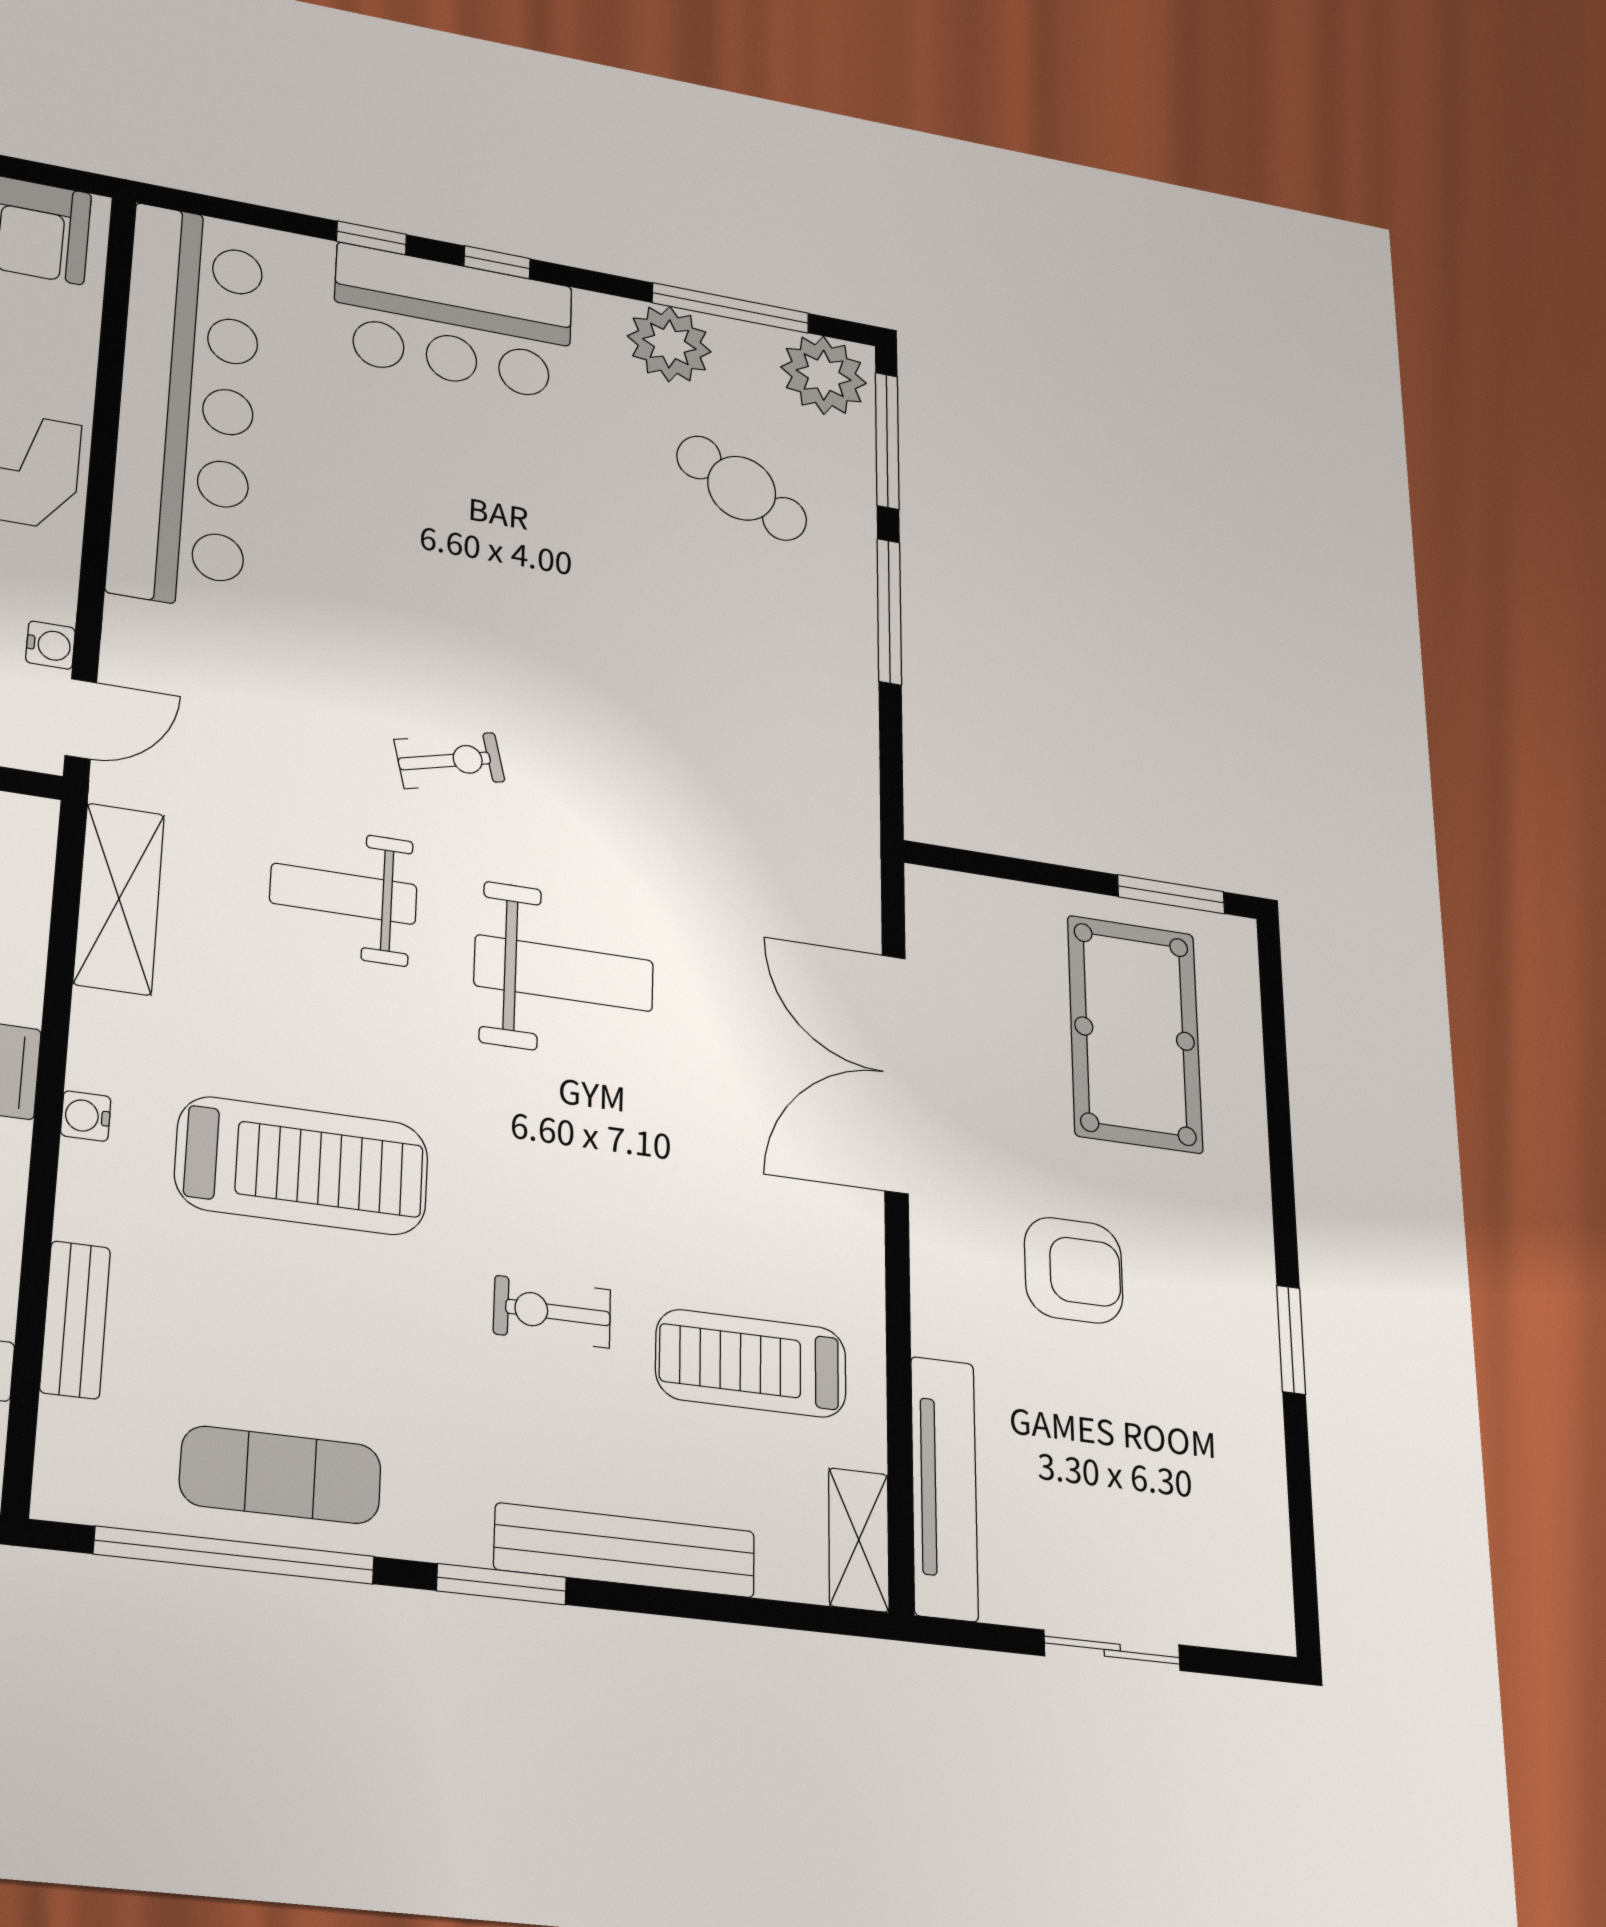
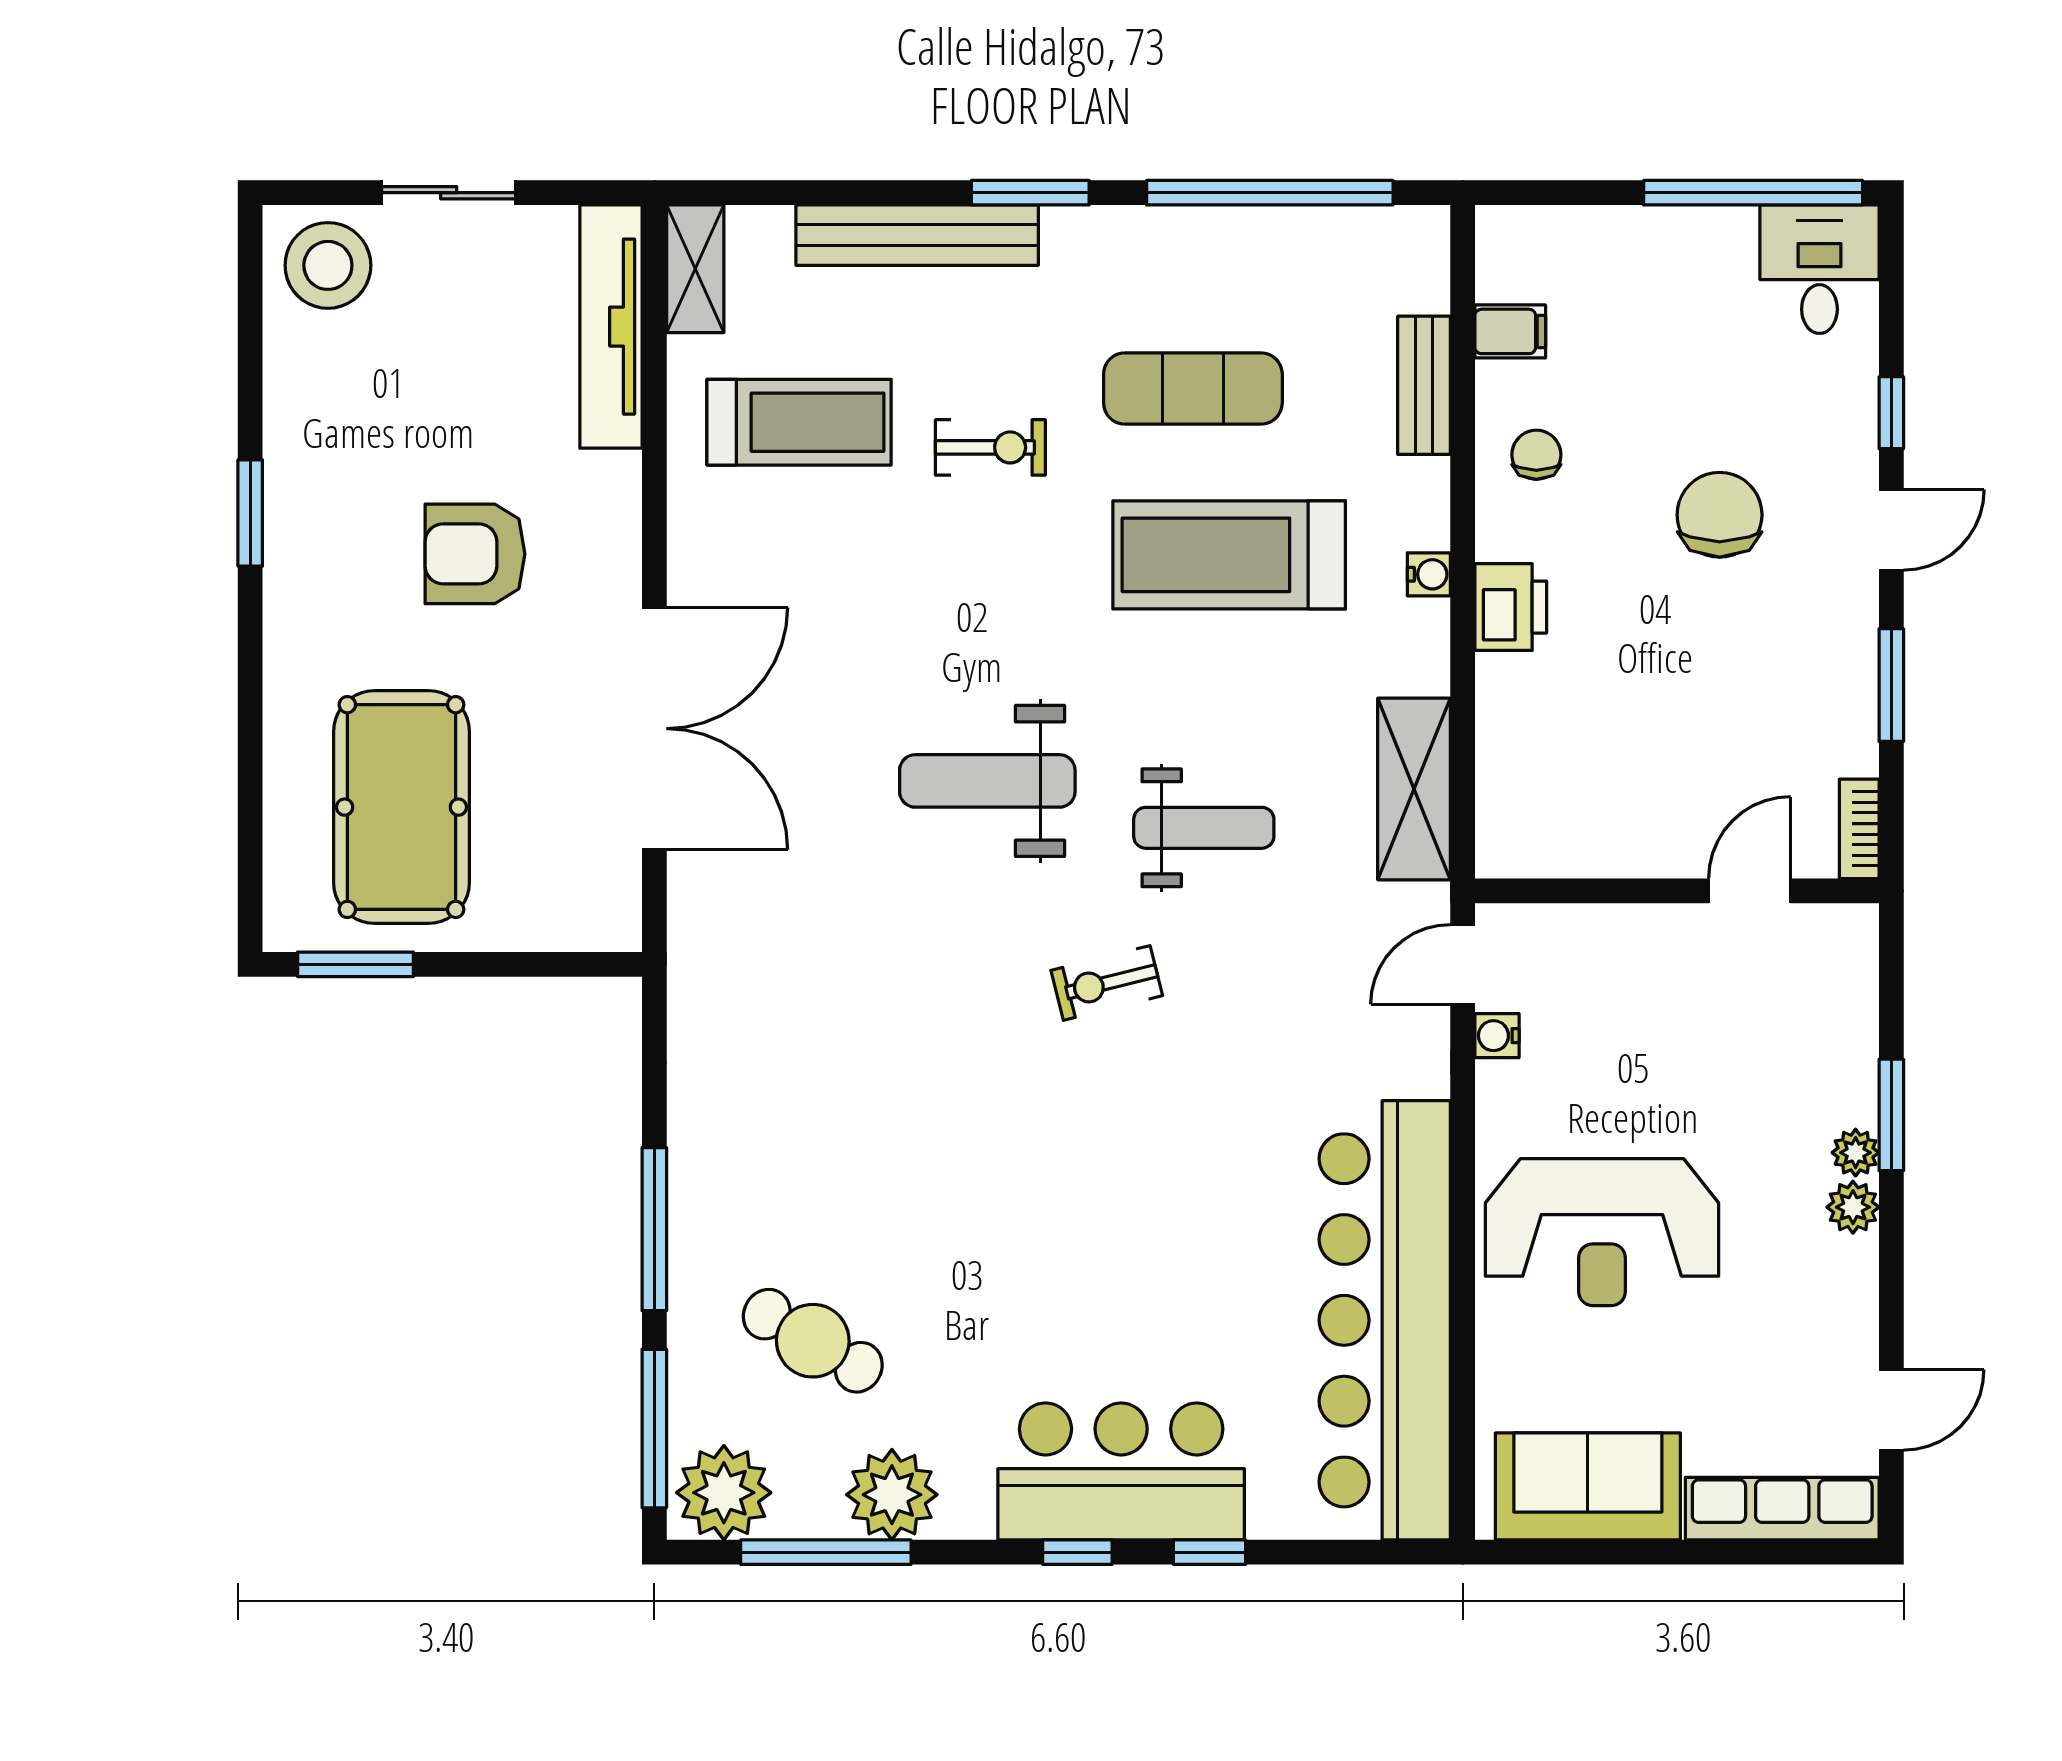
exercise mat: (281, 1475) -> (1193, 389), moved
stool: (1229, 1586) -> (328, 265), added

